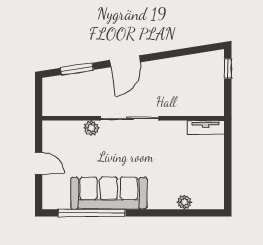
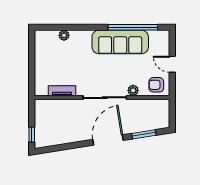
door: (125, 61) -> (108, 140), width x1.36
tv unit: (206, 127) -> (62, 91), moved
armchair: (60, 135) -> (156, 85), added

